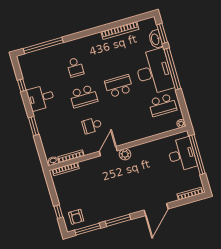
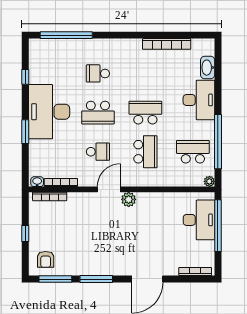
window: (162, 34) -> (218, 63), removed
school desk: (75, 67) -> (98, 73), turned 90
window: (172, 69) -> (218, 142), moved
desk: (154, 72) -> (199, 100), width x0.73, depth x0.77
desk: (41, 98) -> (49, 112), width x1.87, depth x1.30
school desk: (163, 105) -> (193, 152), turned 180
school desk: (127, 115) -> (145, 152), added
school desk: (92, 125) -> (98, 152), turned 180
window: (58, 212) -> (25, 233), moved

